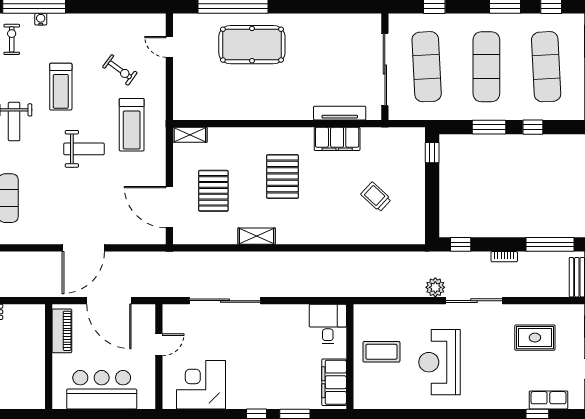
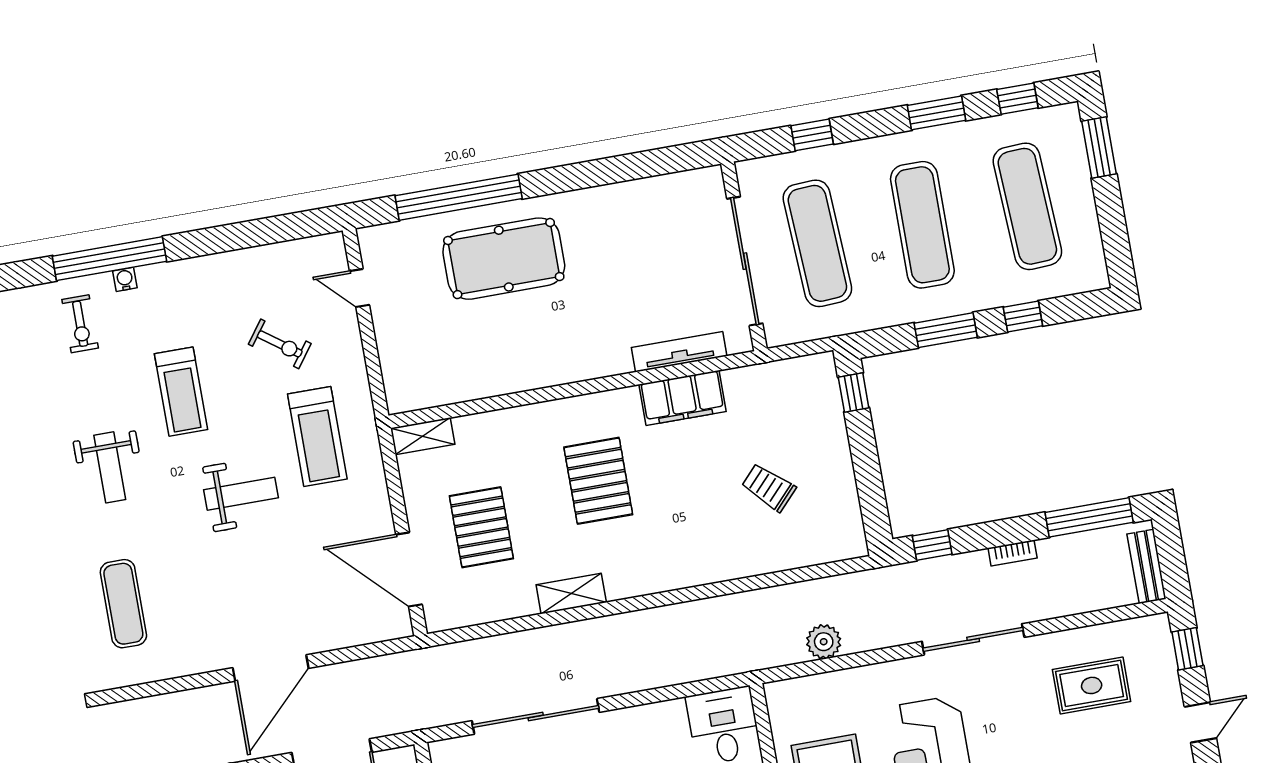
exercise bike: (12, 39) -> (80, 324), turned 180
plant: (435, 287) -> (824, 642), moved

